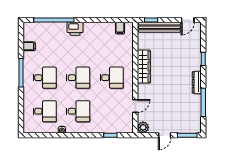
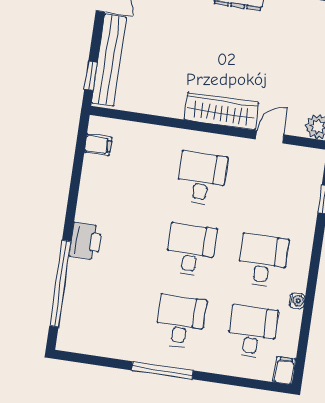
filing cabinet: (29, 46) -> (285, 371), moved
wardrobe: (144, 67) -> (221, 111), moved
door: (135, 106) -> (270, 137), hinge flipped

